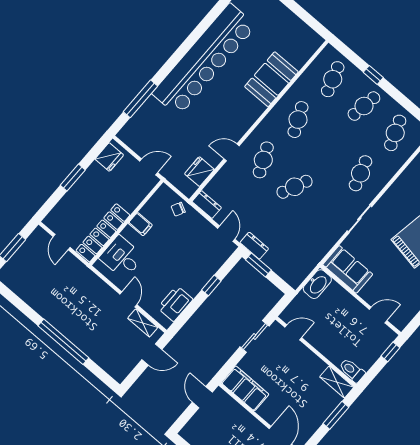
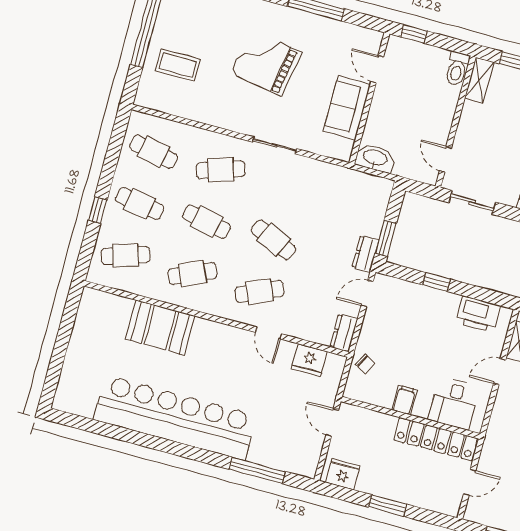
cafe table: (395, 133) -> (154, 152), turned 33
cafe table: (329, 146) -> (207, 222), added
sofa: (348, 269) -> (347, 108), moved

